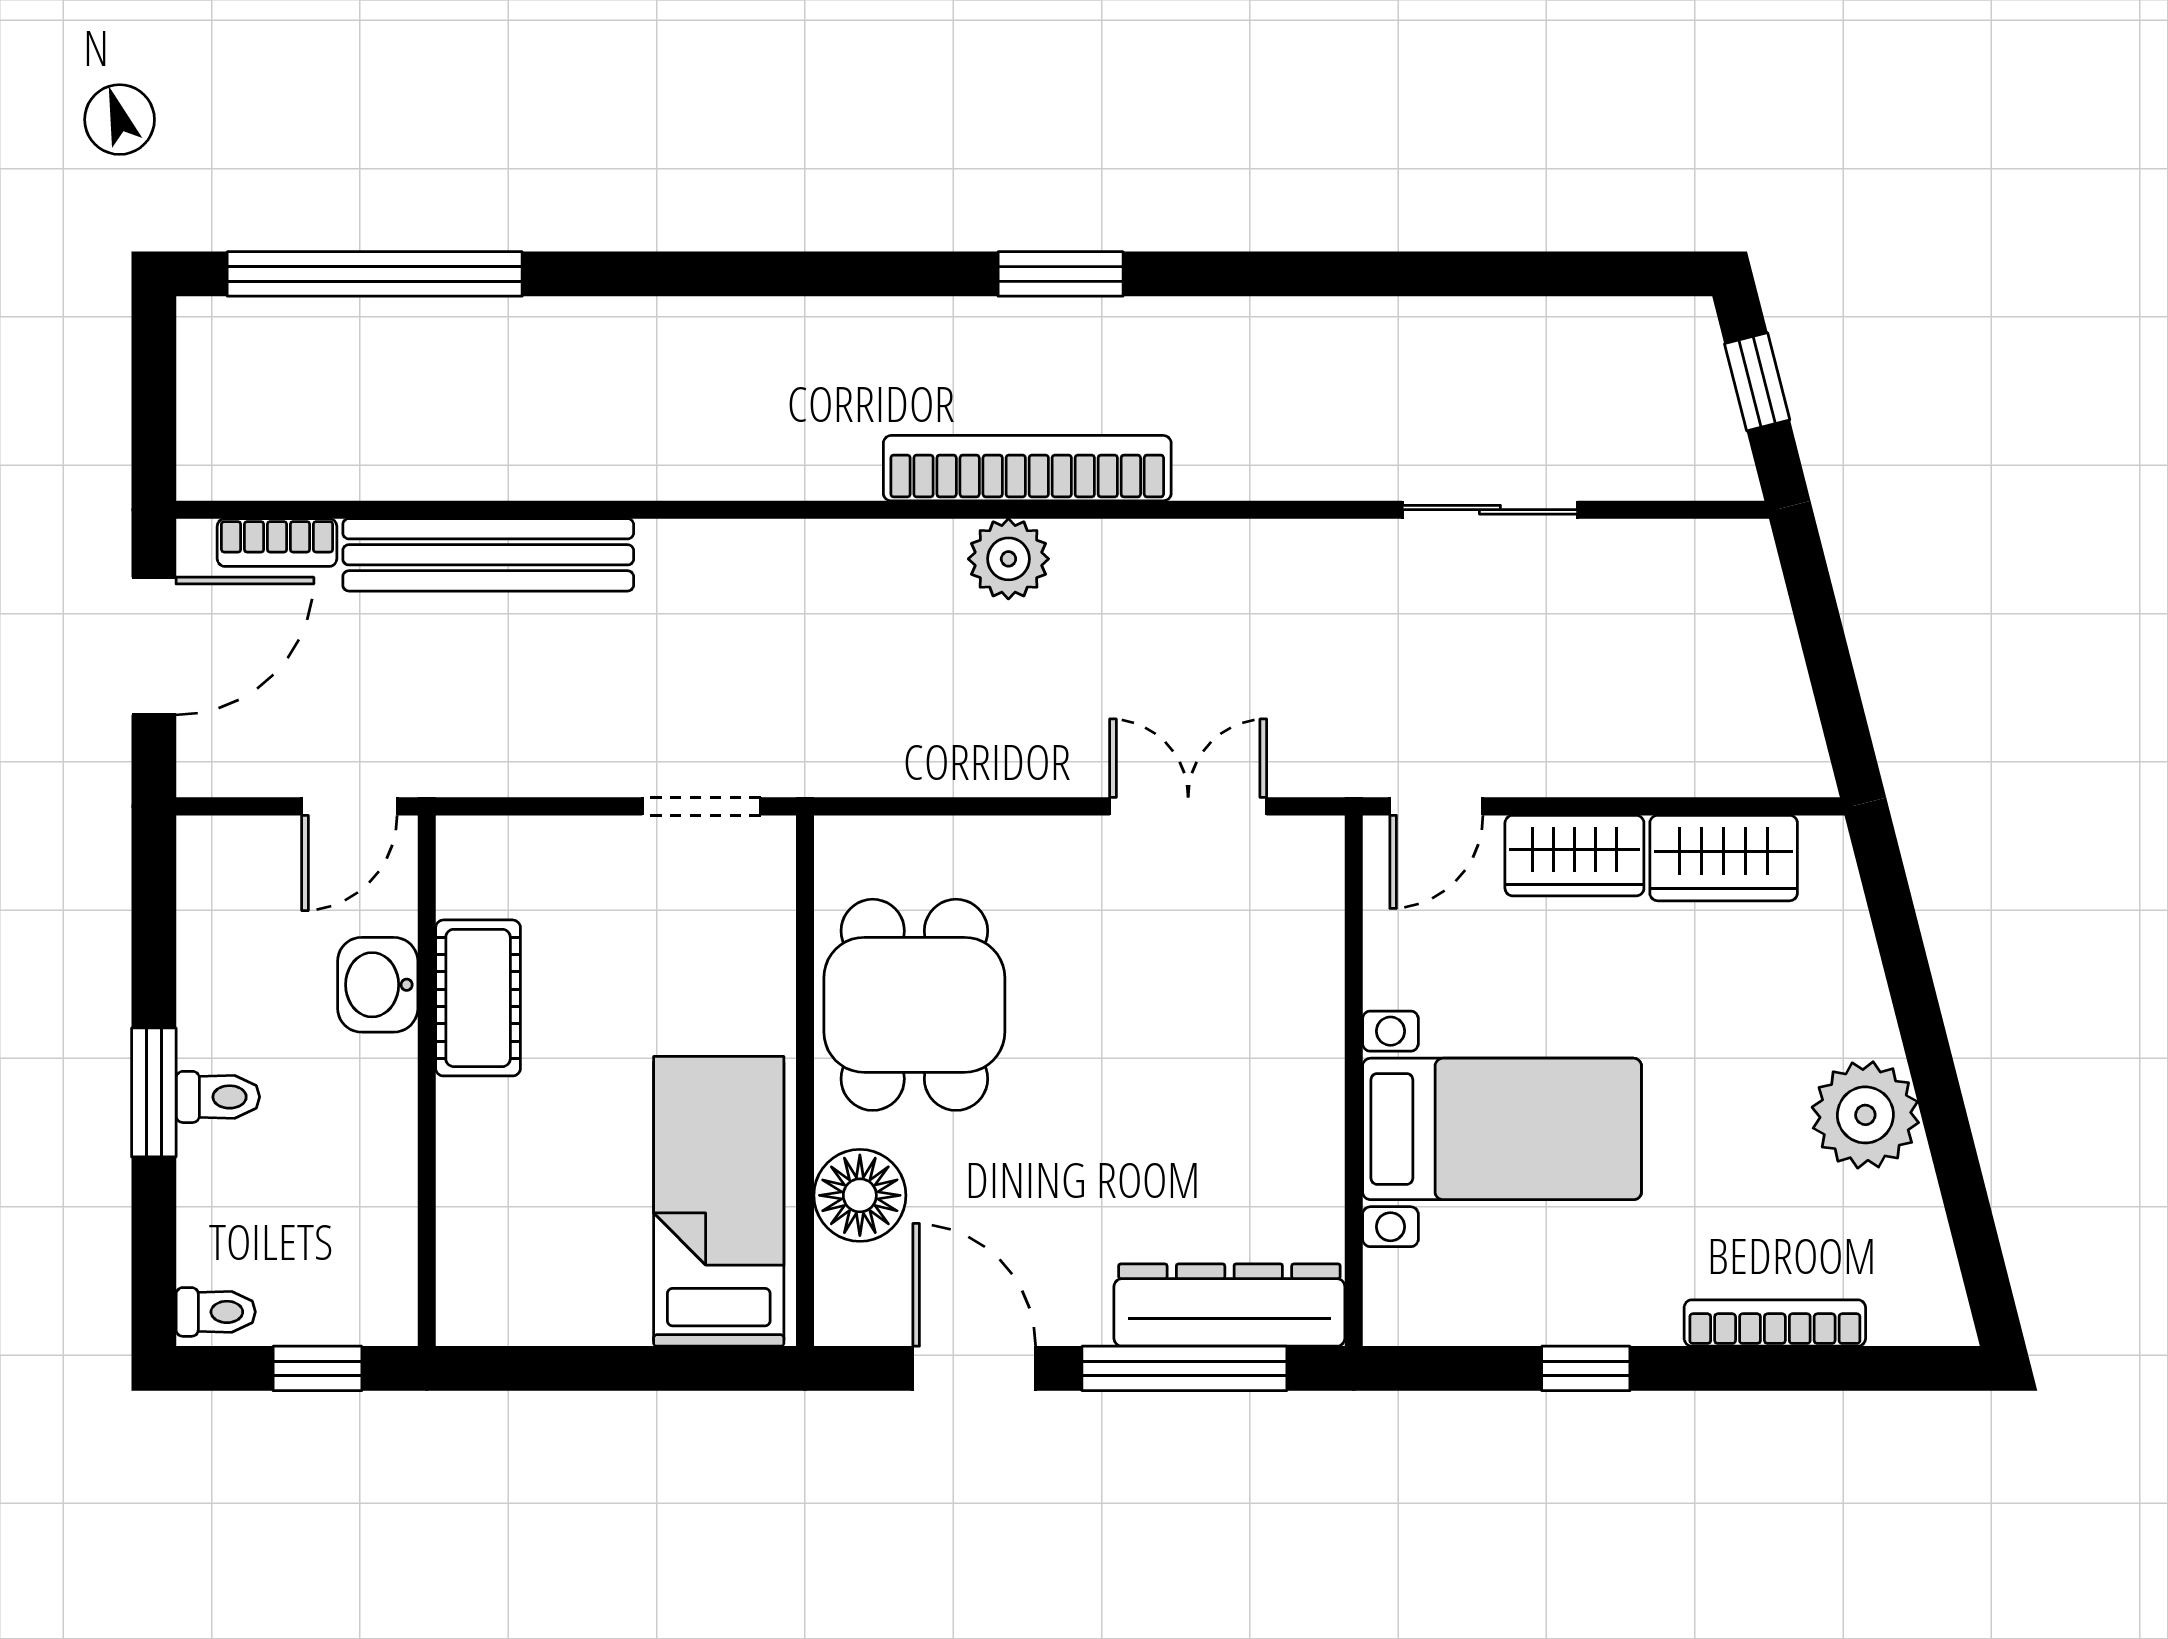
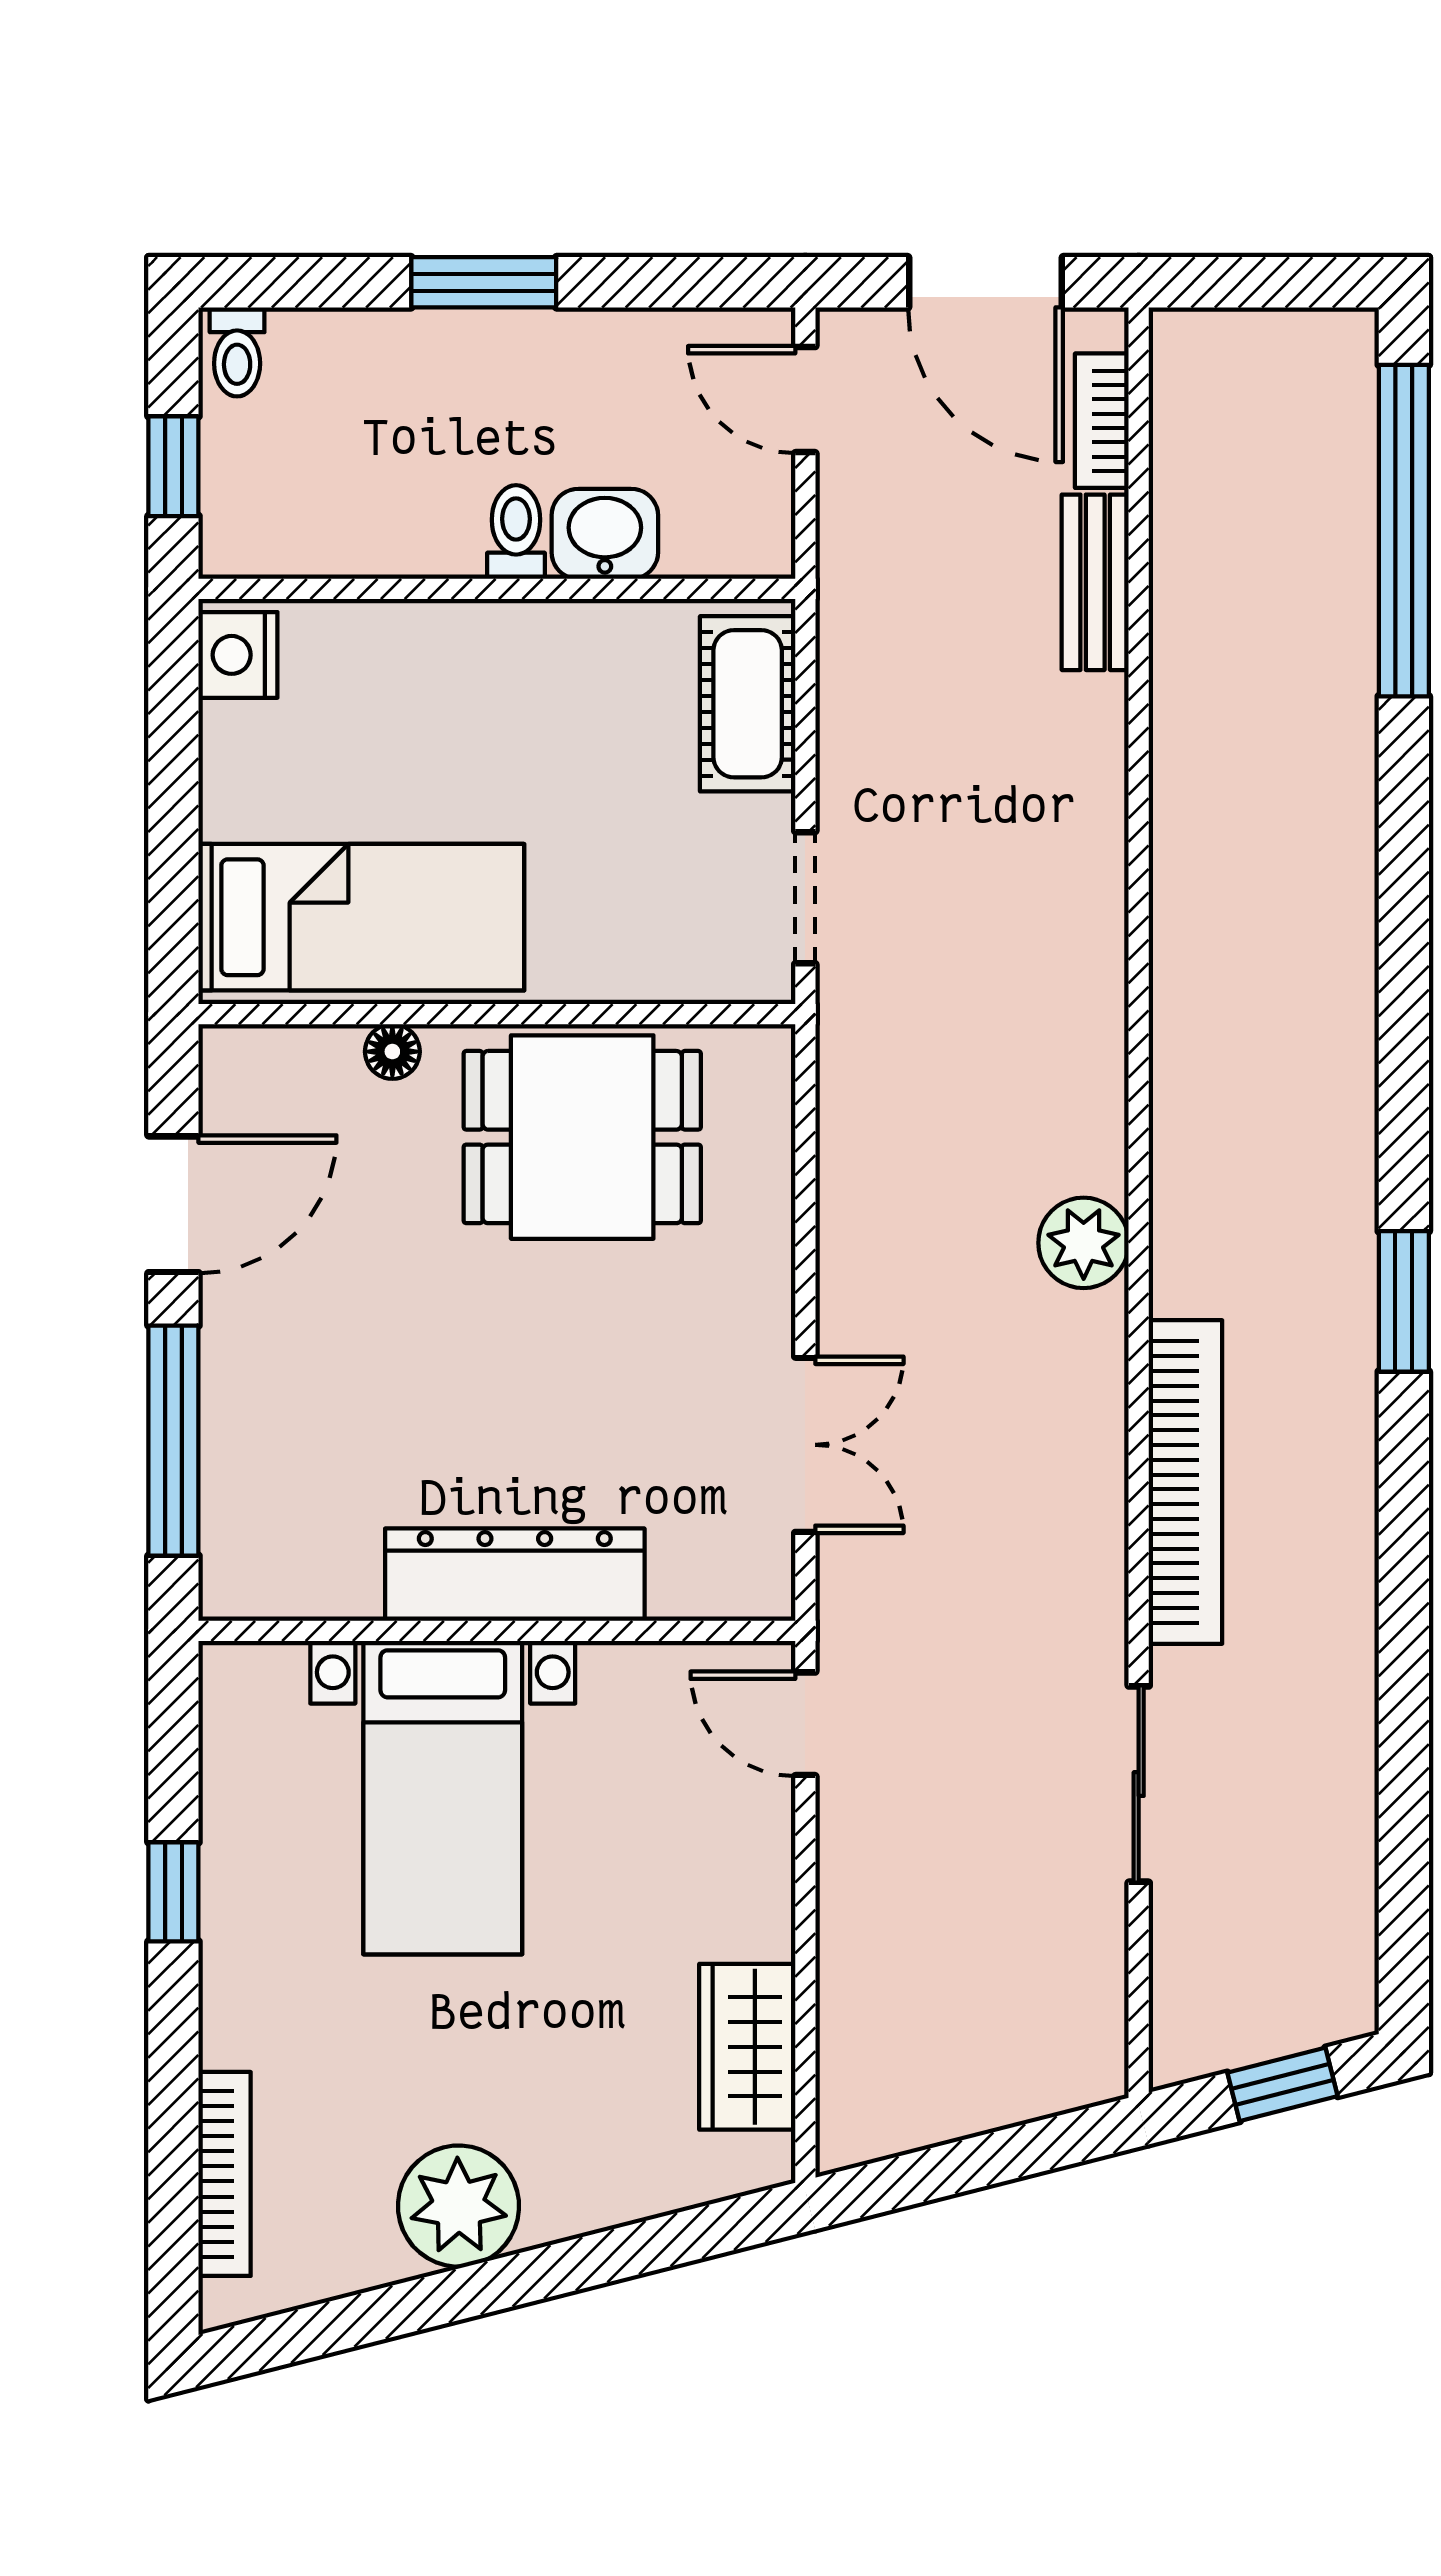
bookcase: (1027, 468) -> (1185, 1482), moved
bench: (488, 555) -> (1095, 582), width x0.54, depth x0.82
door: (349, 806) -> (805, 400), moved
wardrobe: (1574, 856) -> (750, 1879), removed
cot: (478, 998) -> (748, 704), moved, turned 90
toilet: (218, 1097) -> (516, 532), moved, turned 180
floor lamp: (860, 1195) -> (392, 1052), width x0.53, depth x0.53
dresser: (1229, 1305) -> (515, 1575), moved, turned -90
nightstand: (485, 1311) -> (238, 655), added
bookcase: (1775, 1323) -> (225, 2174), moved

